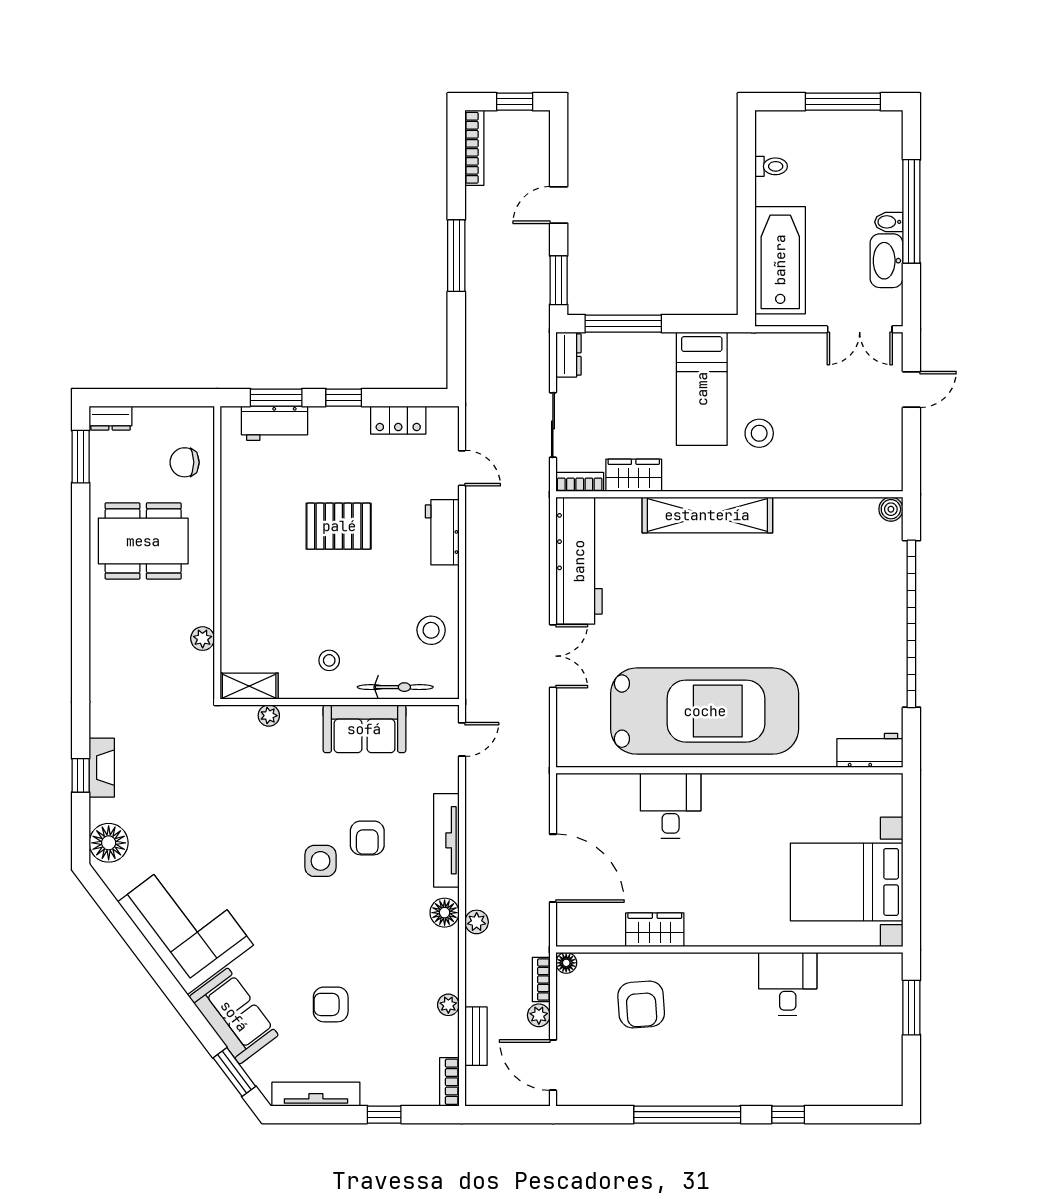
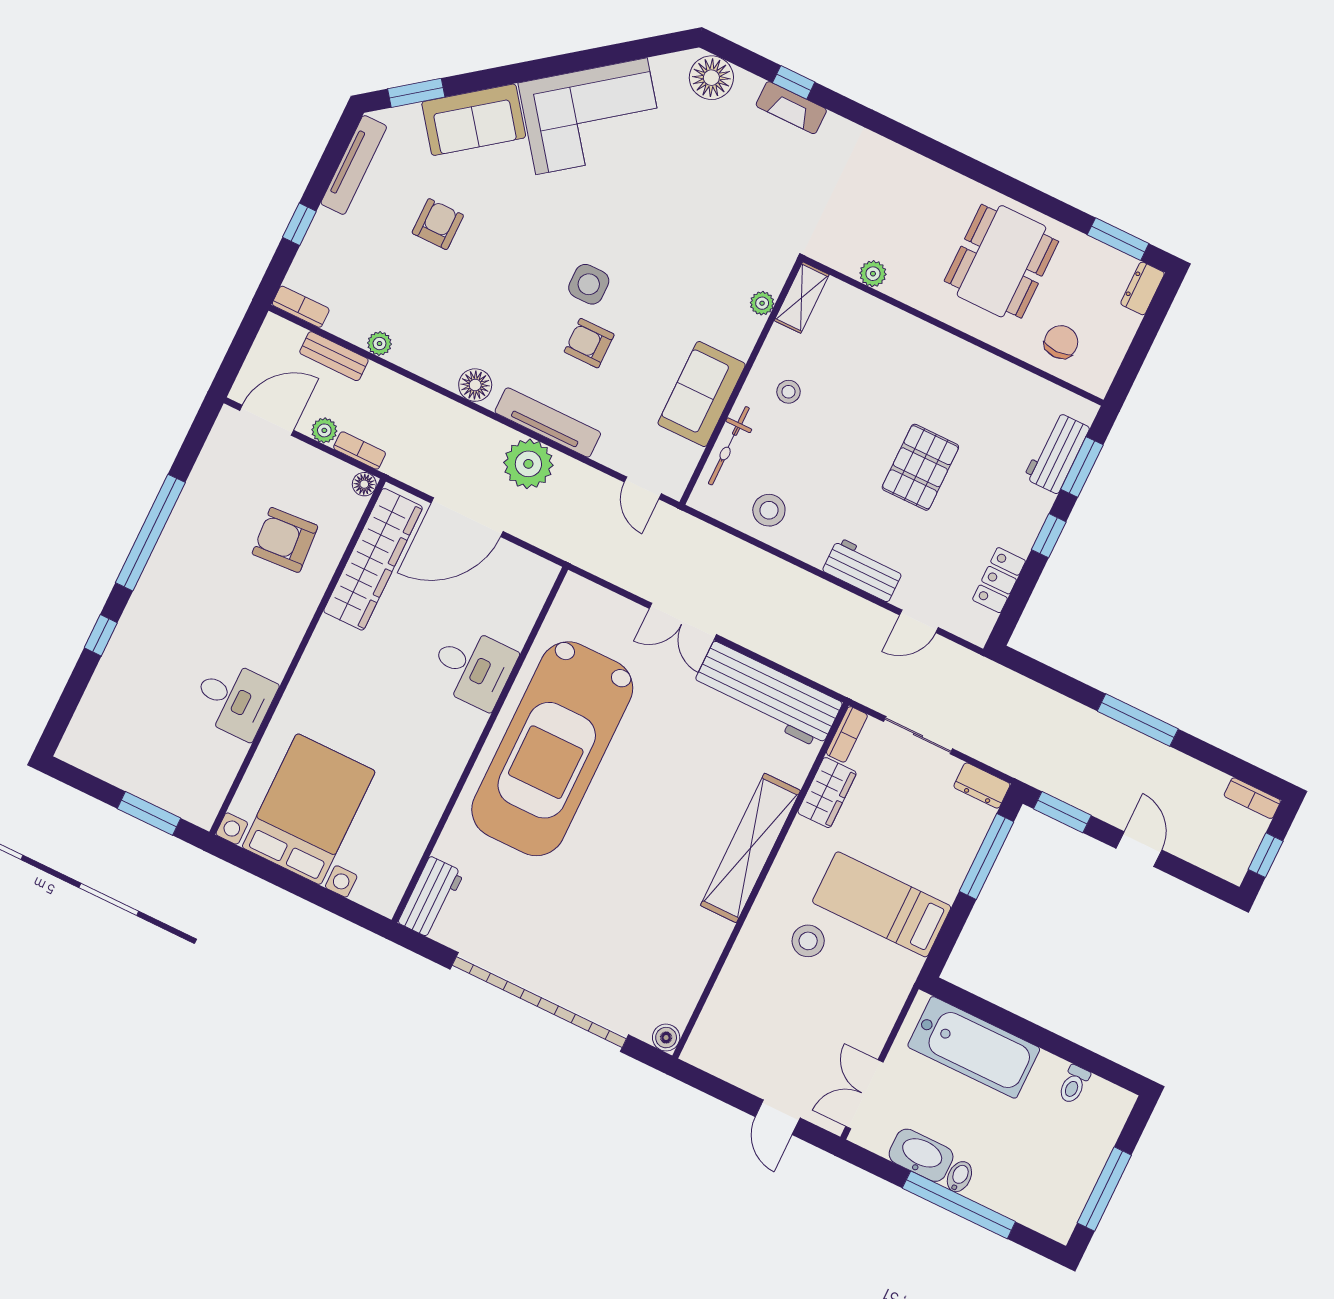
bookcase: (474, 148) -> (1252, 798), width x0.64
plant: (477, 922) -> (528, 464), moved, width x1.88, depth x1.88
wardrobe: (655, 930) -> (373, 559), width x2.10, depth x1.17

